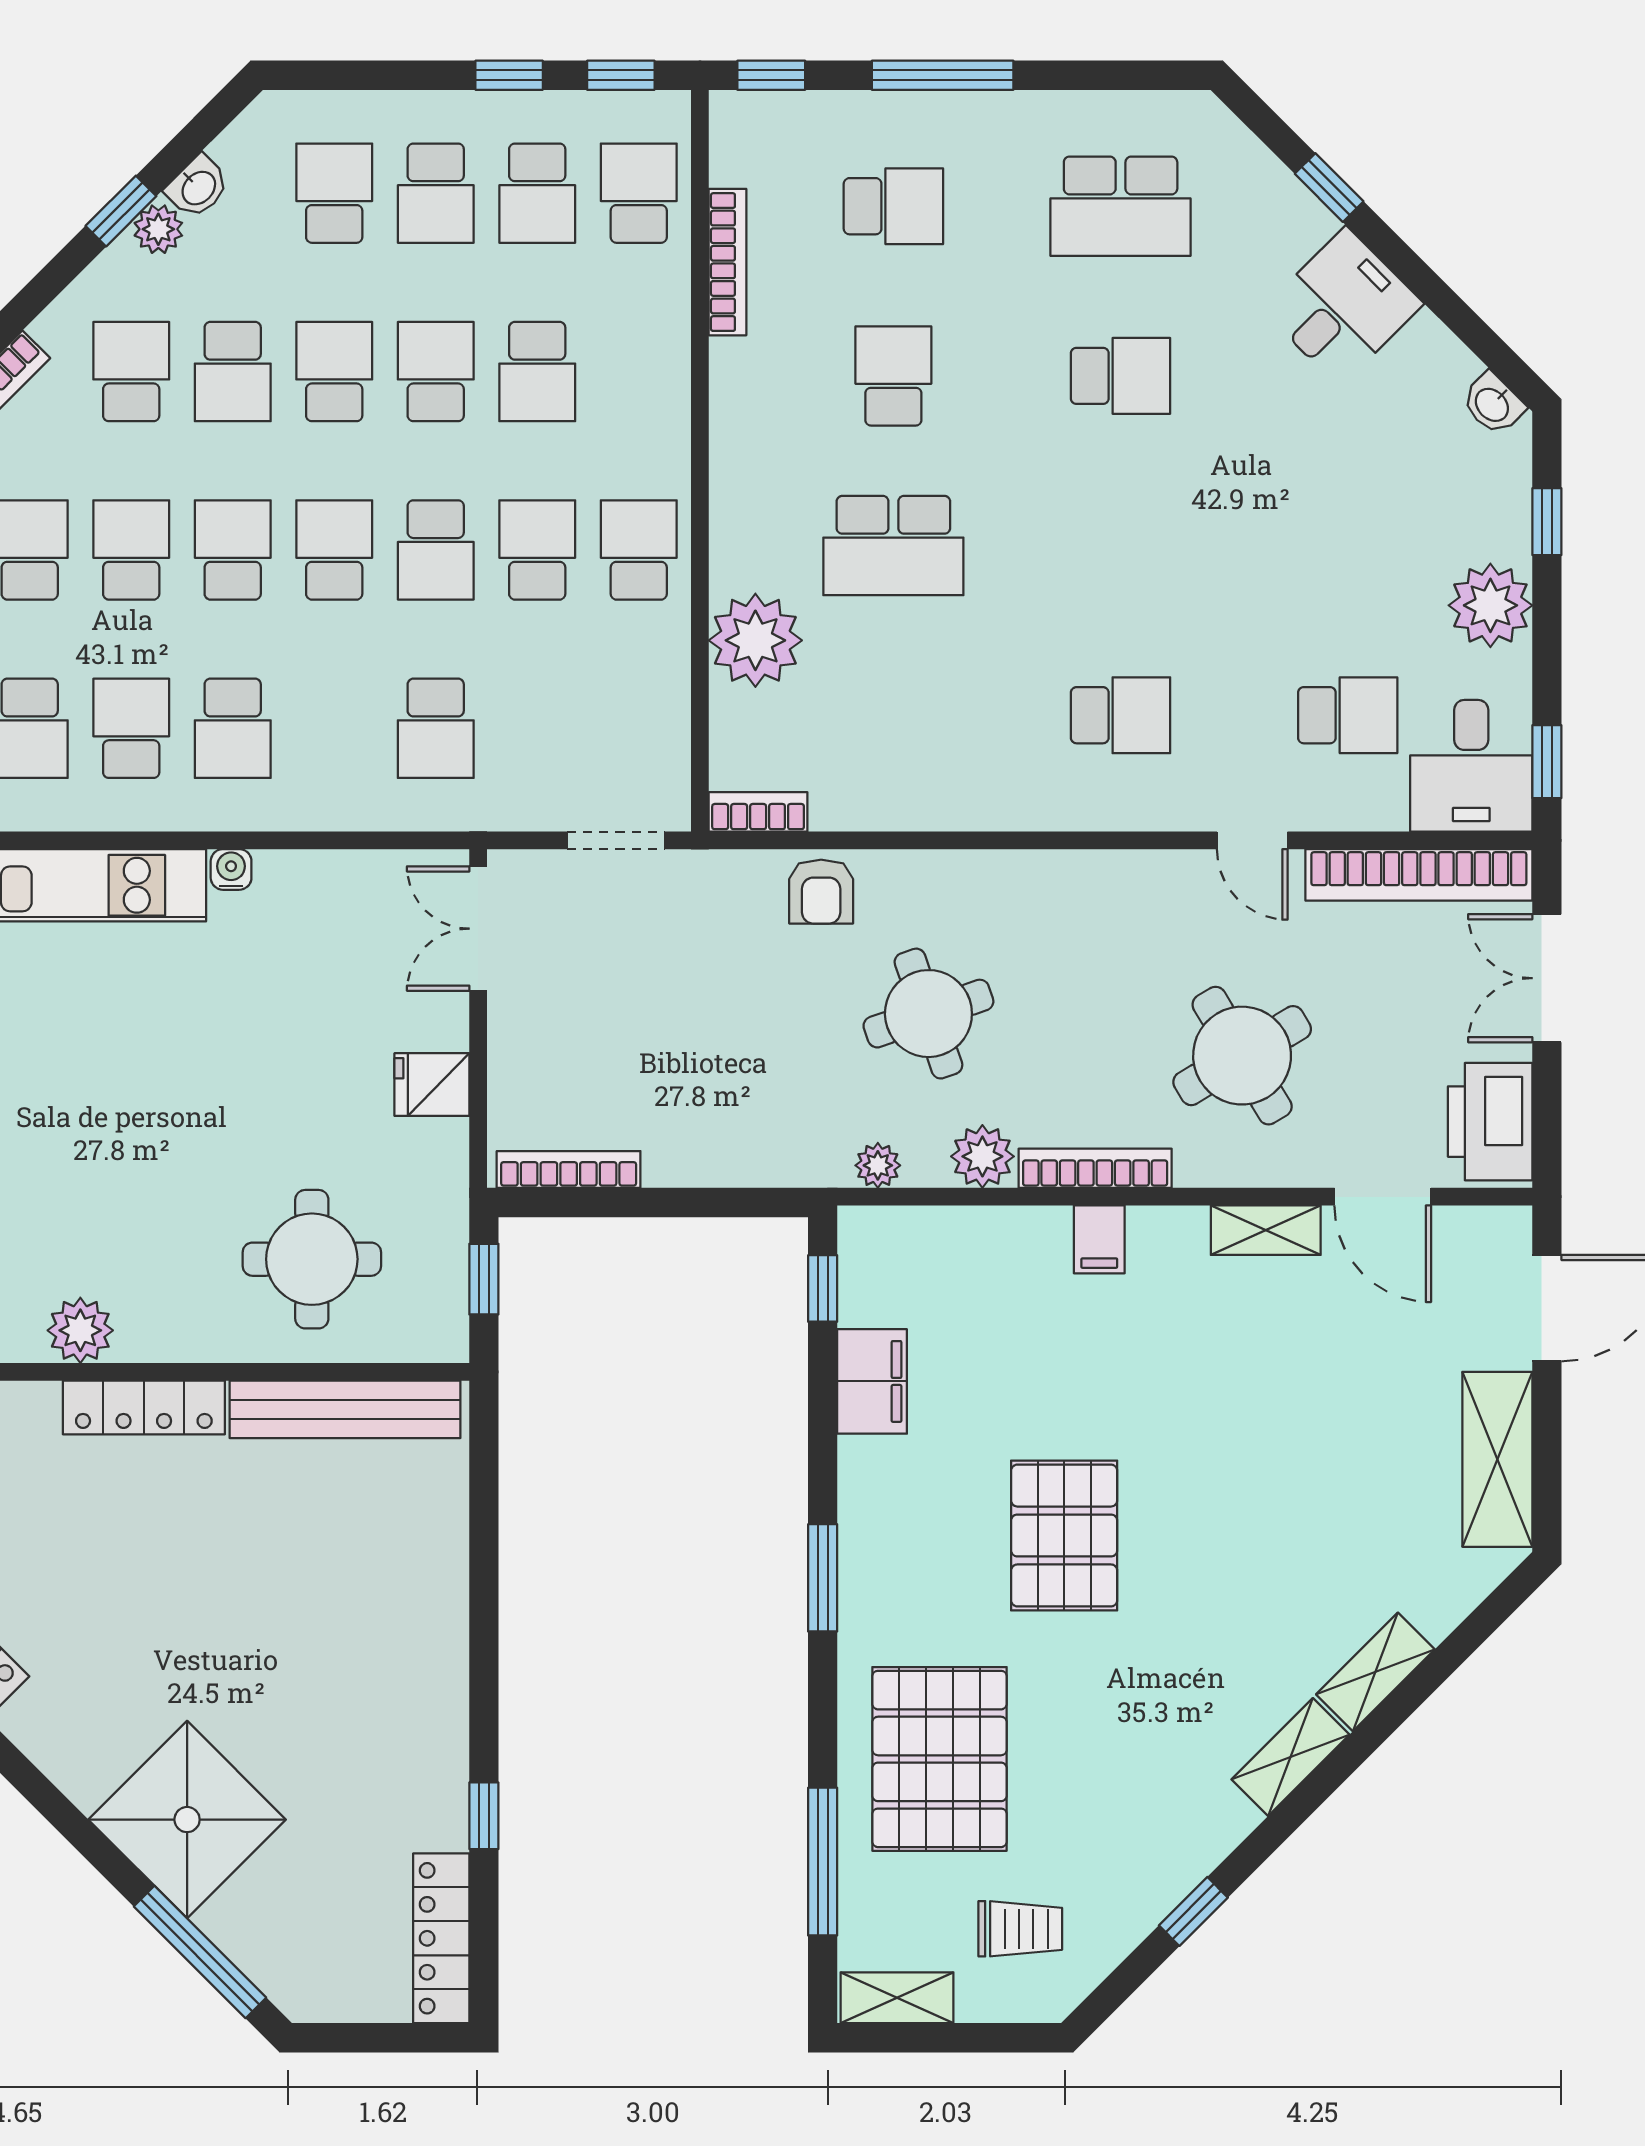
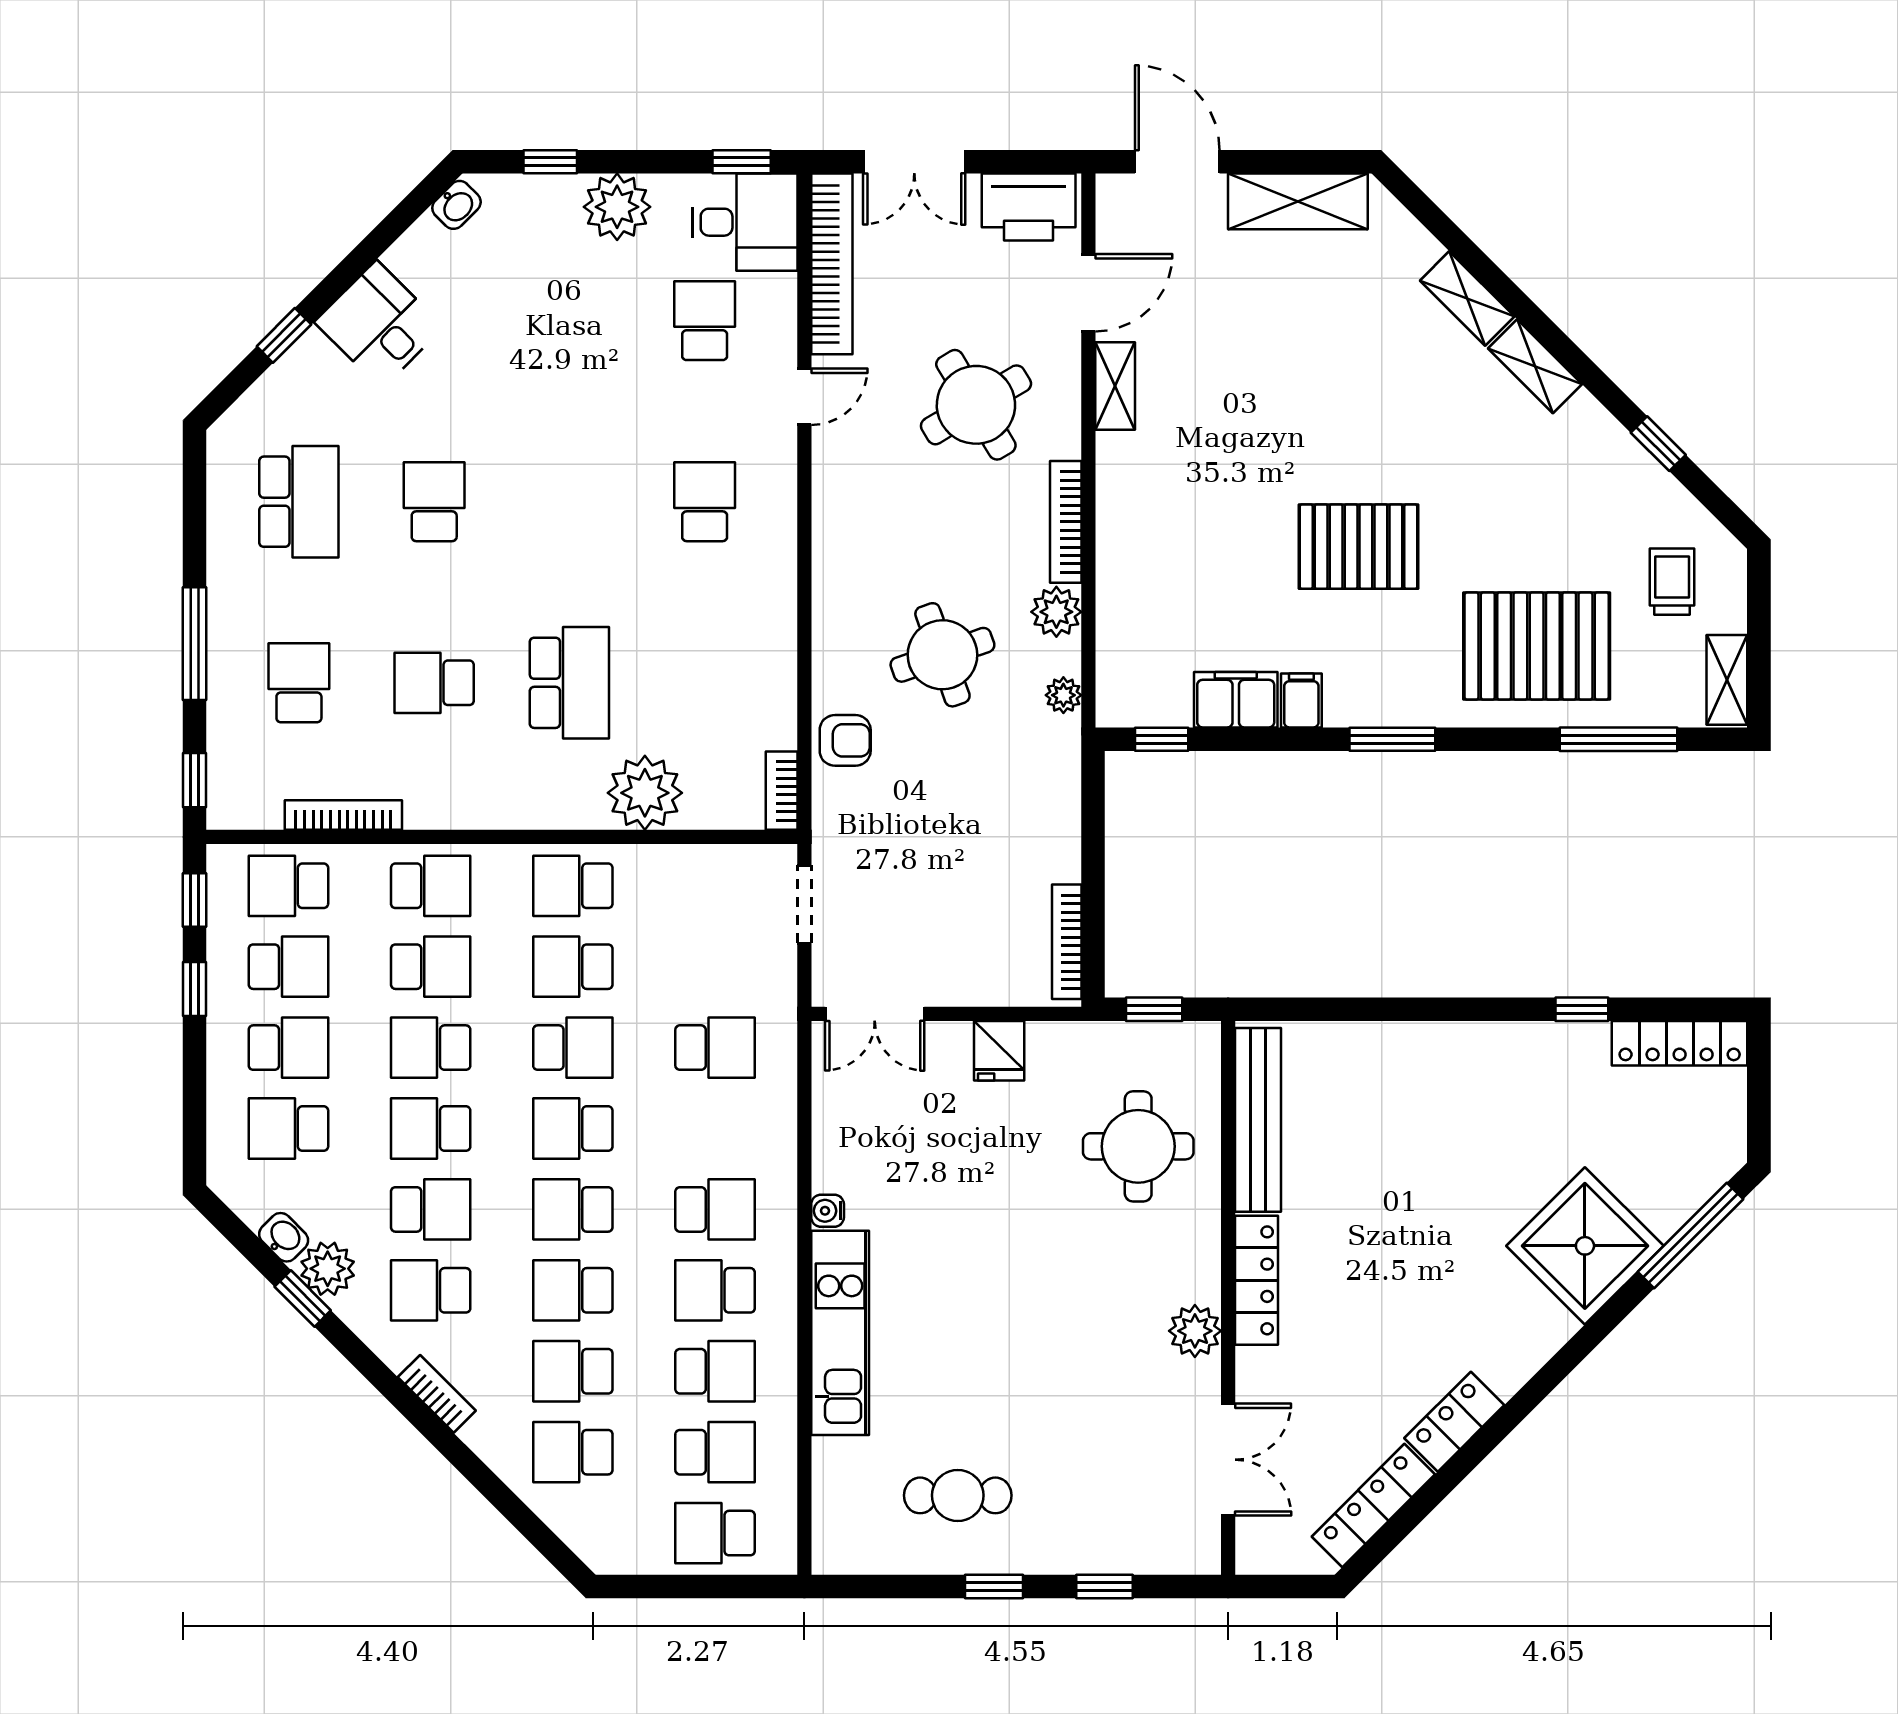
plant: (158, 229) -> (328, 1269), width x1.38, depth x1.38
school desk: (639, 372) -> (431, 886), added
filing cabinet: (1099, 1239) -> (1301, 700), moved, turned -90

